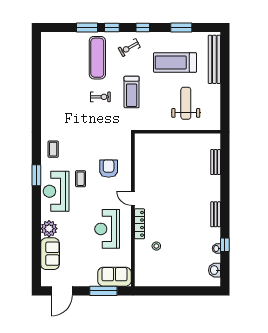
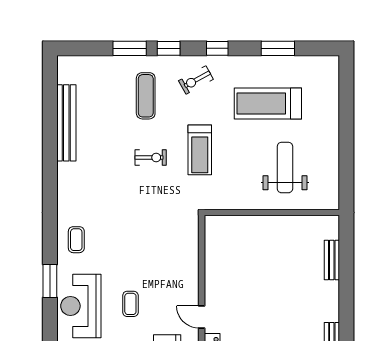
exercise mat: (97, 58) -> (146, 96), width x0.73, depth x0.69
bench: (214, 59) -> (66, 123), moved
armchair: (109, 169) -> (163, 270), removed
coffee table: (81, 179) -> (130, 304), moved

